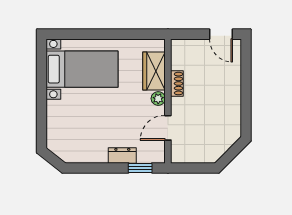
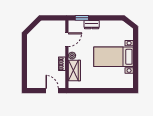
door: (221, 34) -> (52, 91), moved
bed with nightstands: (82, 69) -> (113, 57), moved

